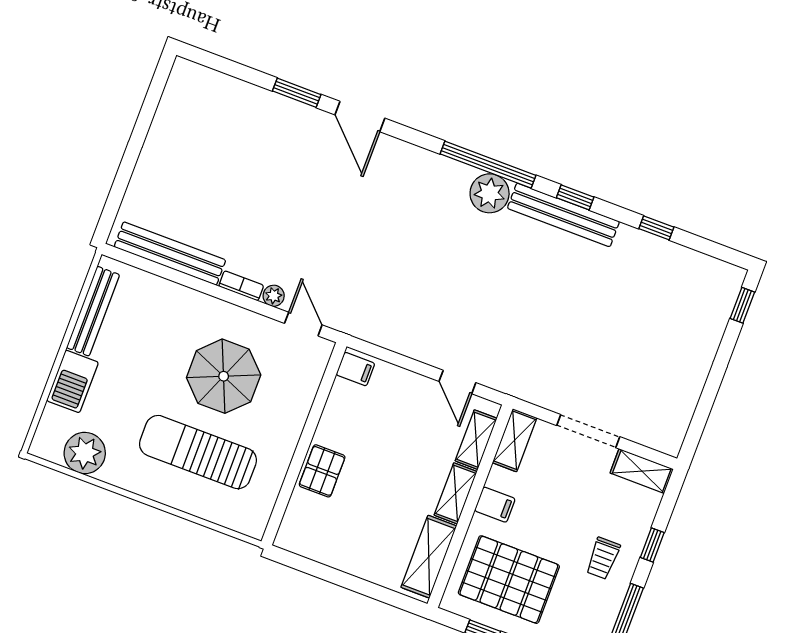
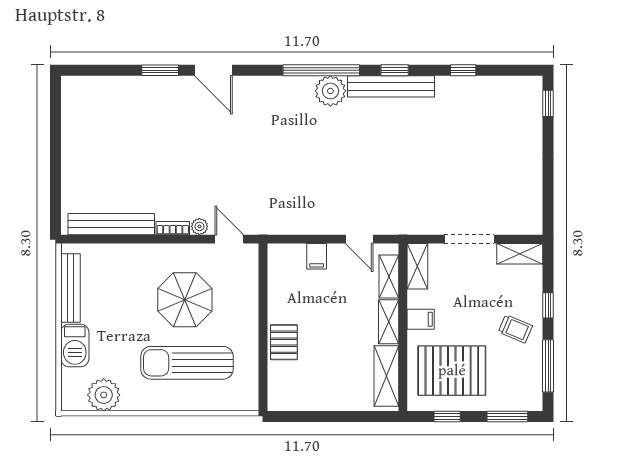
filing cabinet: (355, 369) -> (317, 256), moved, turned 90
trolley: (603, 558) -> (515, 329), turned -67

